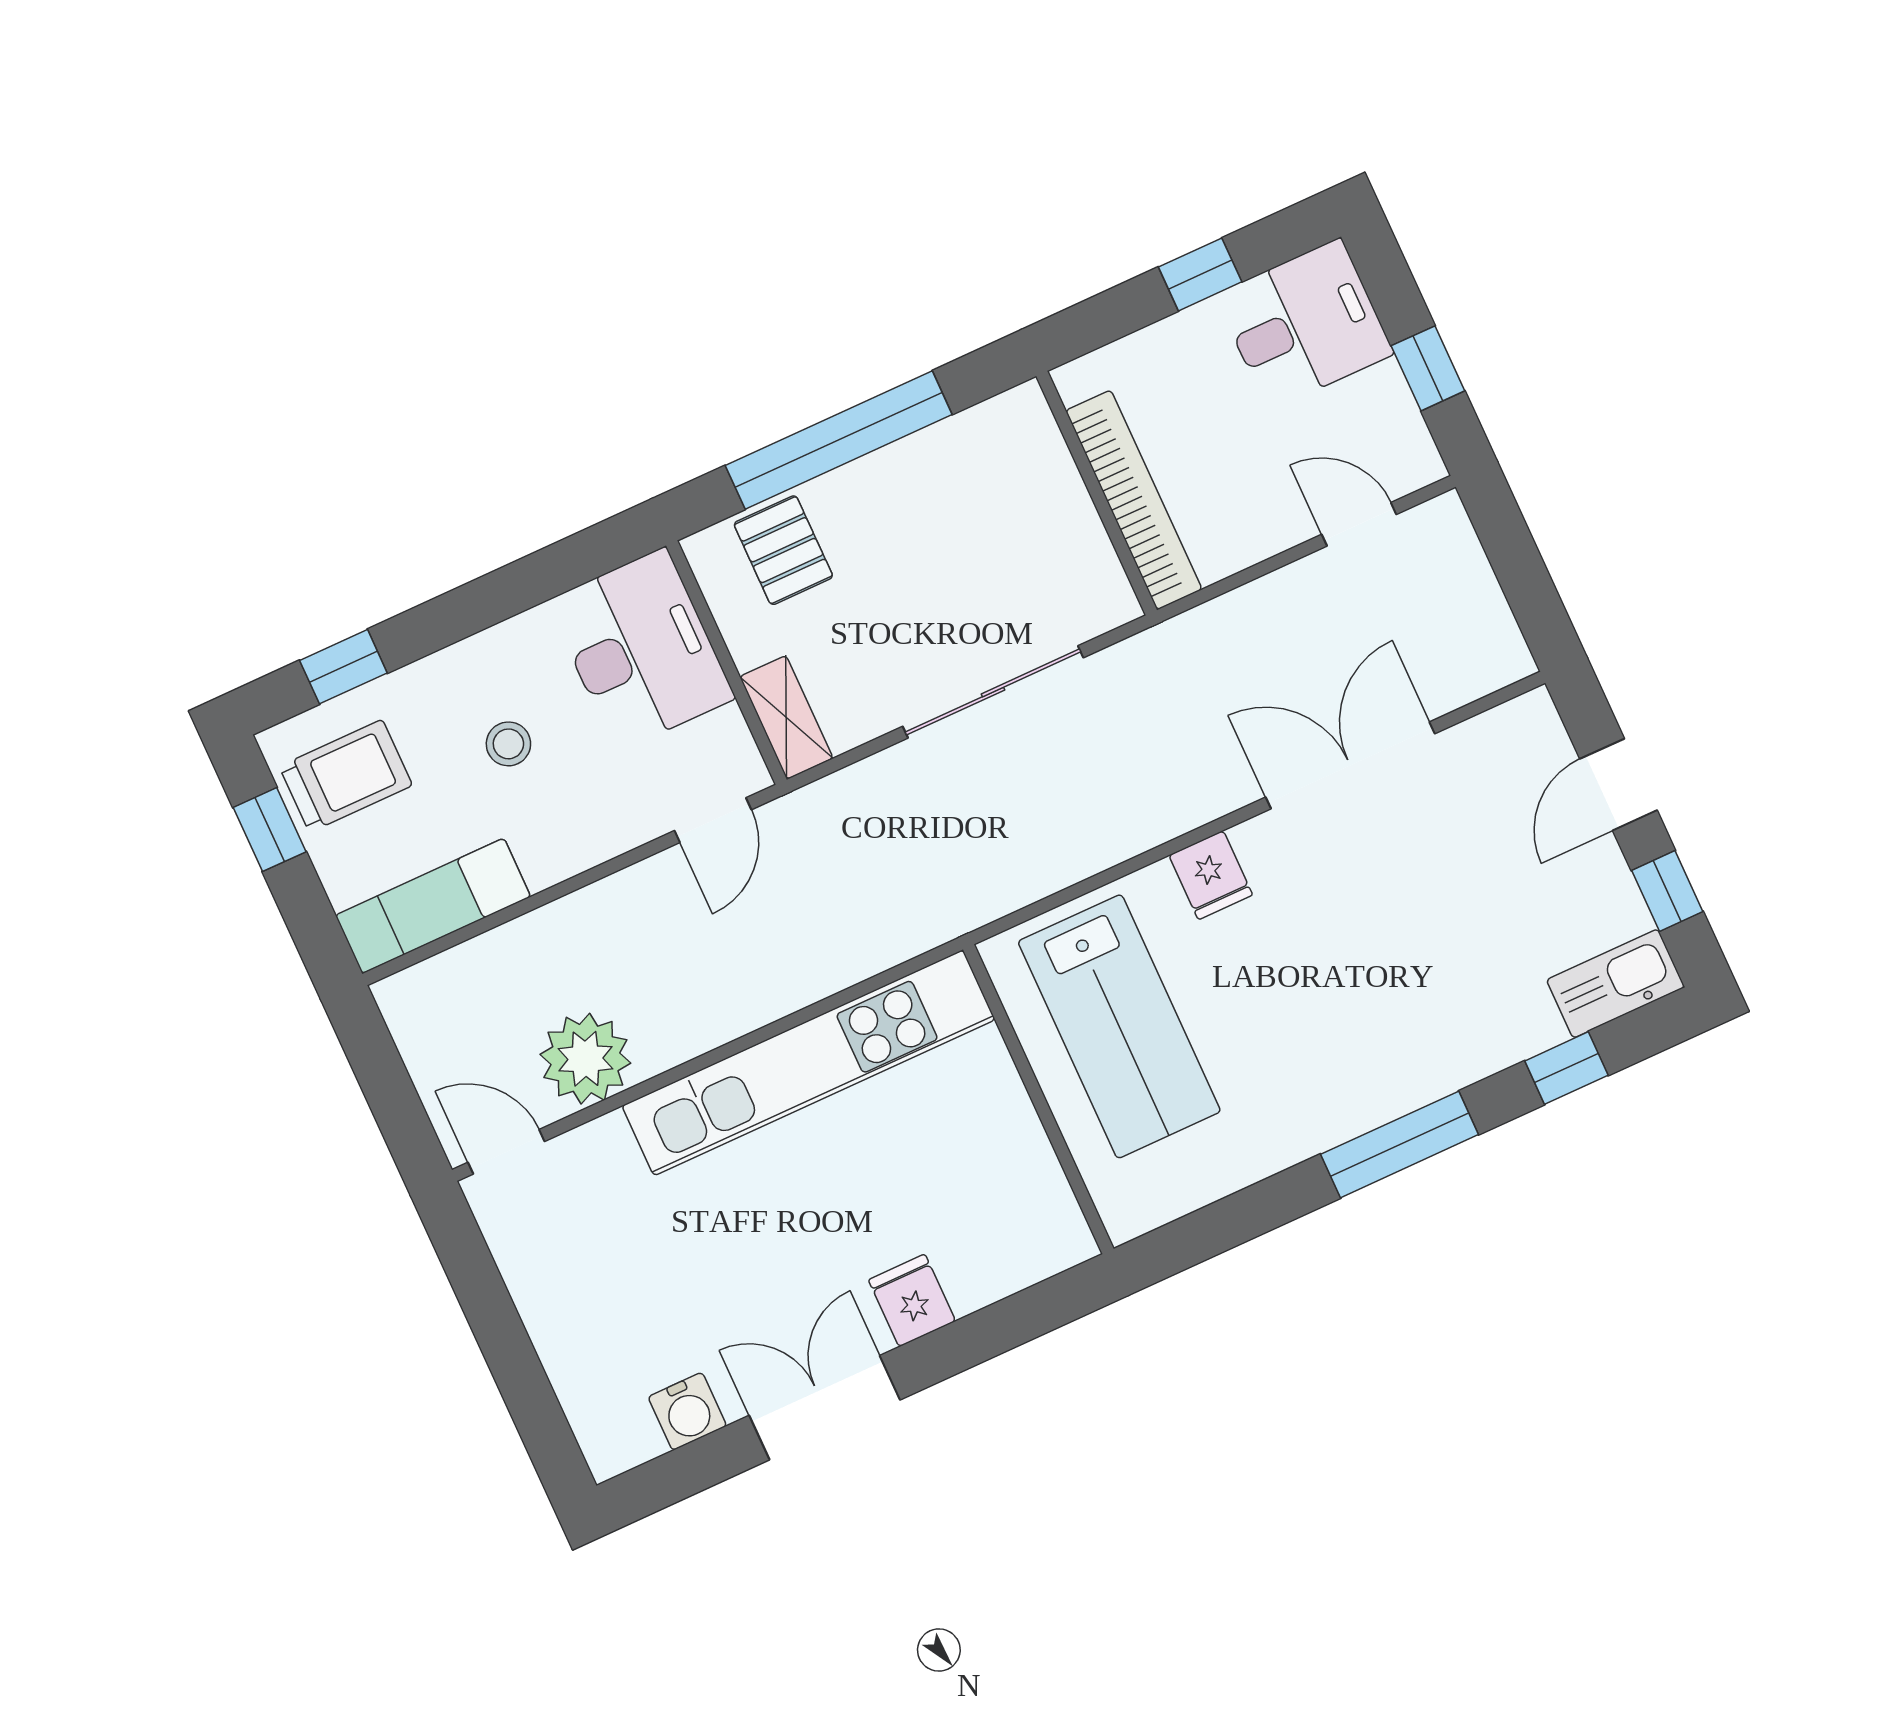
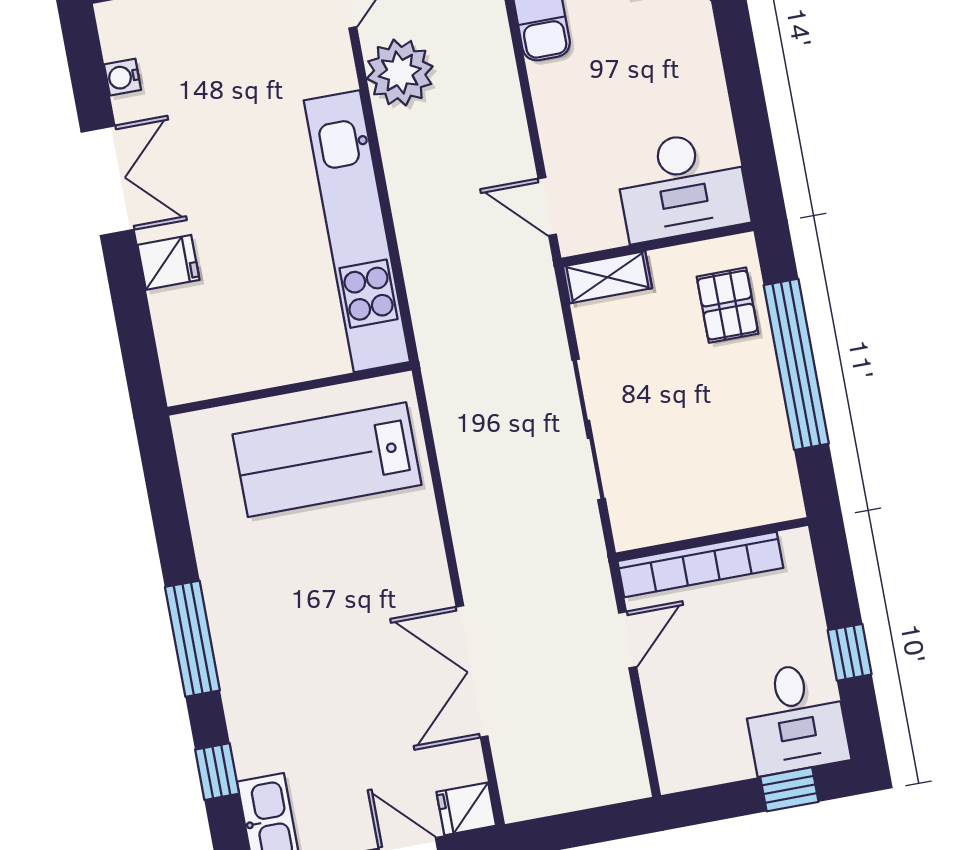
window: (1428, 368) -> (789, 789), moved
door: (1359, 524) -> (628, 640), moved
pallet: (783, 550) -> (727, 305), turned 90
stool: (508, 744) -> (638, 74), removed
double door: (1350, 765) -> (472, 671), swing flipped
fridge: (1211, 875) -> (466, 809), moved
water cooler: (687, 1411) -> (123, 77), width x0.72, depth x0.72

